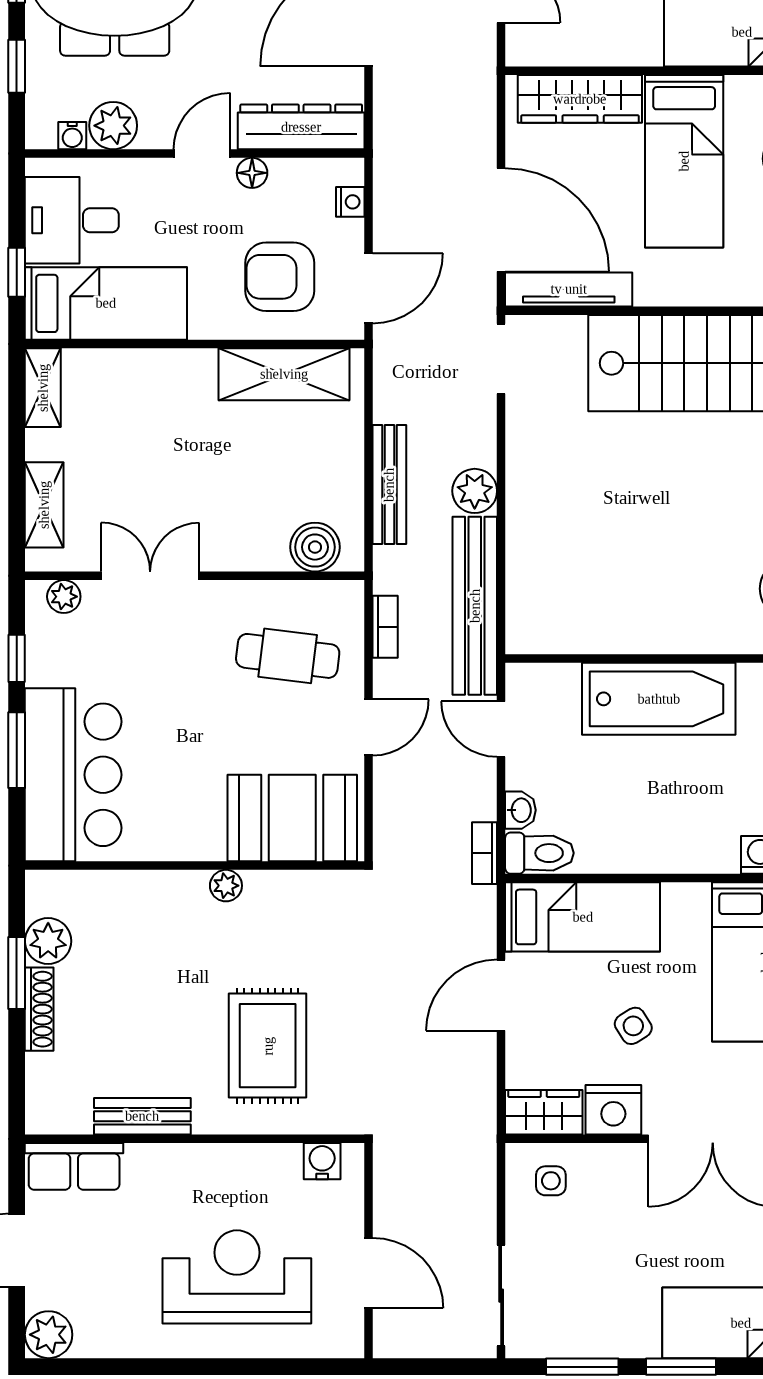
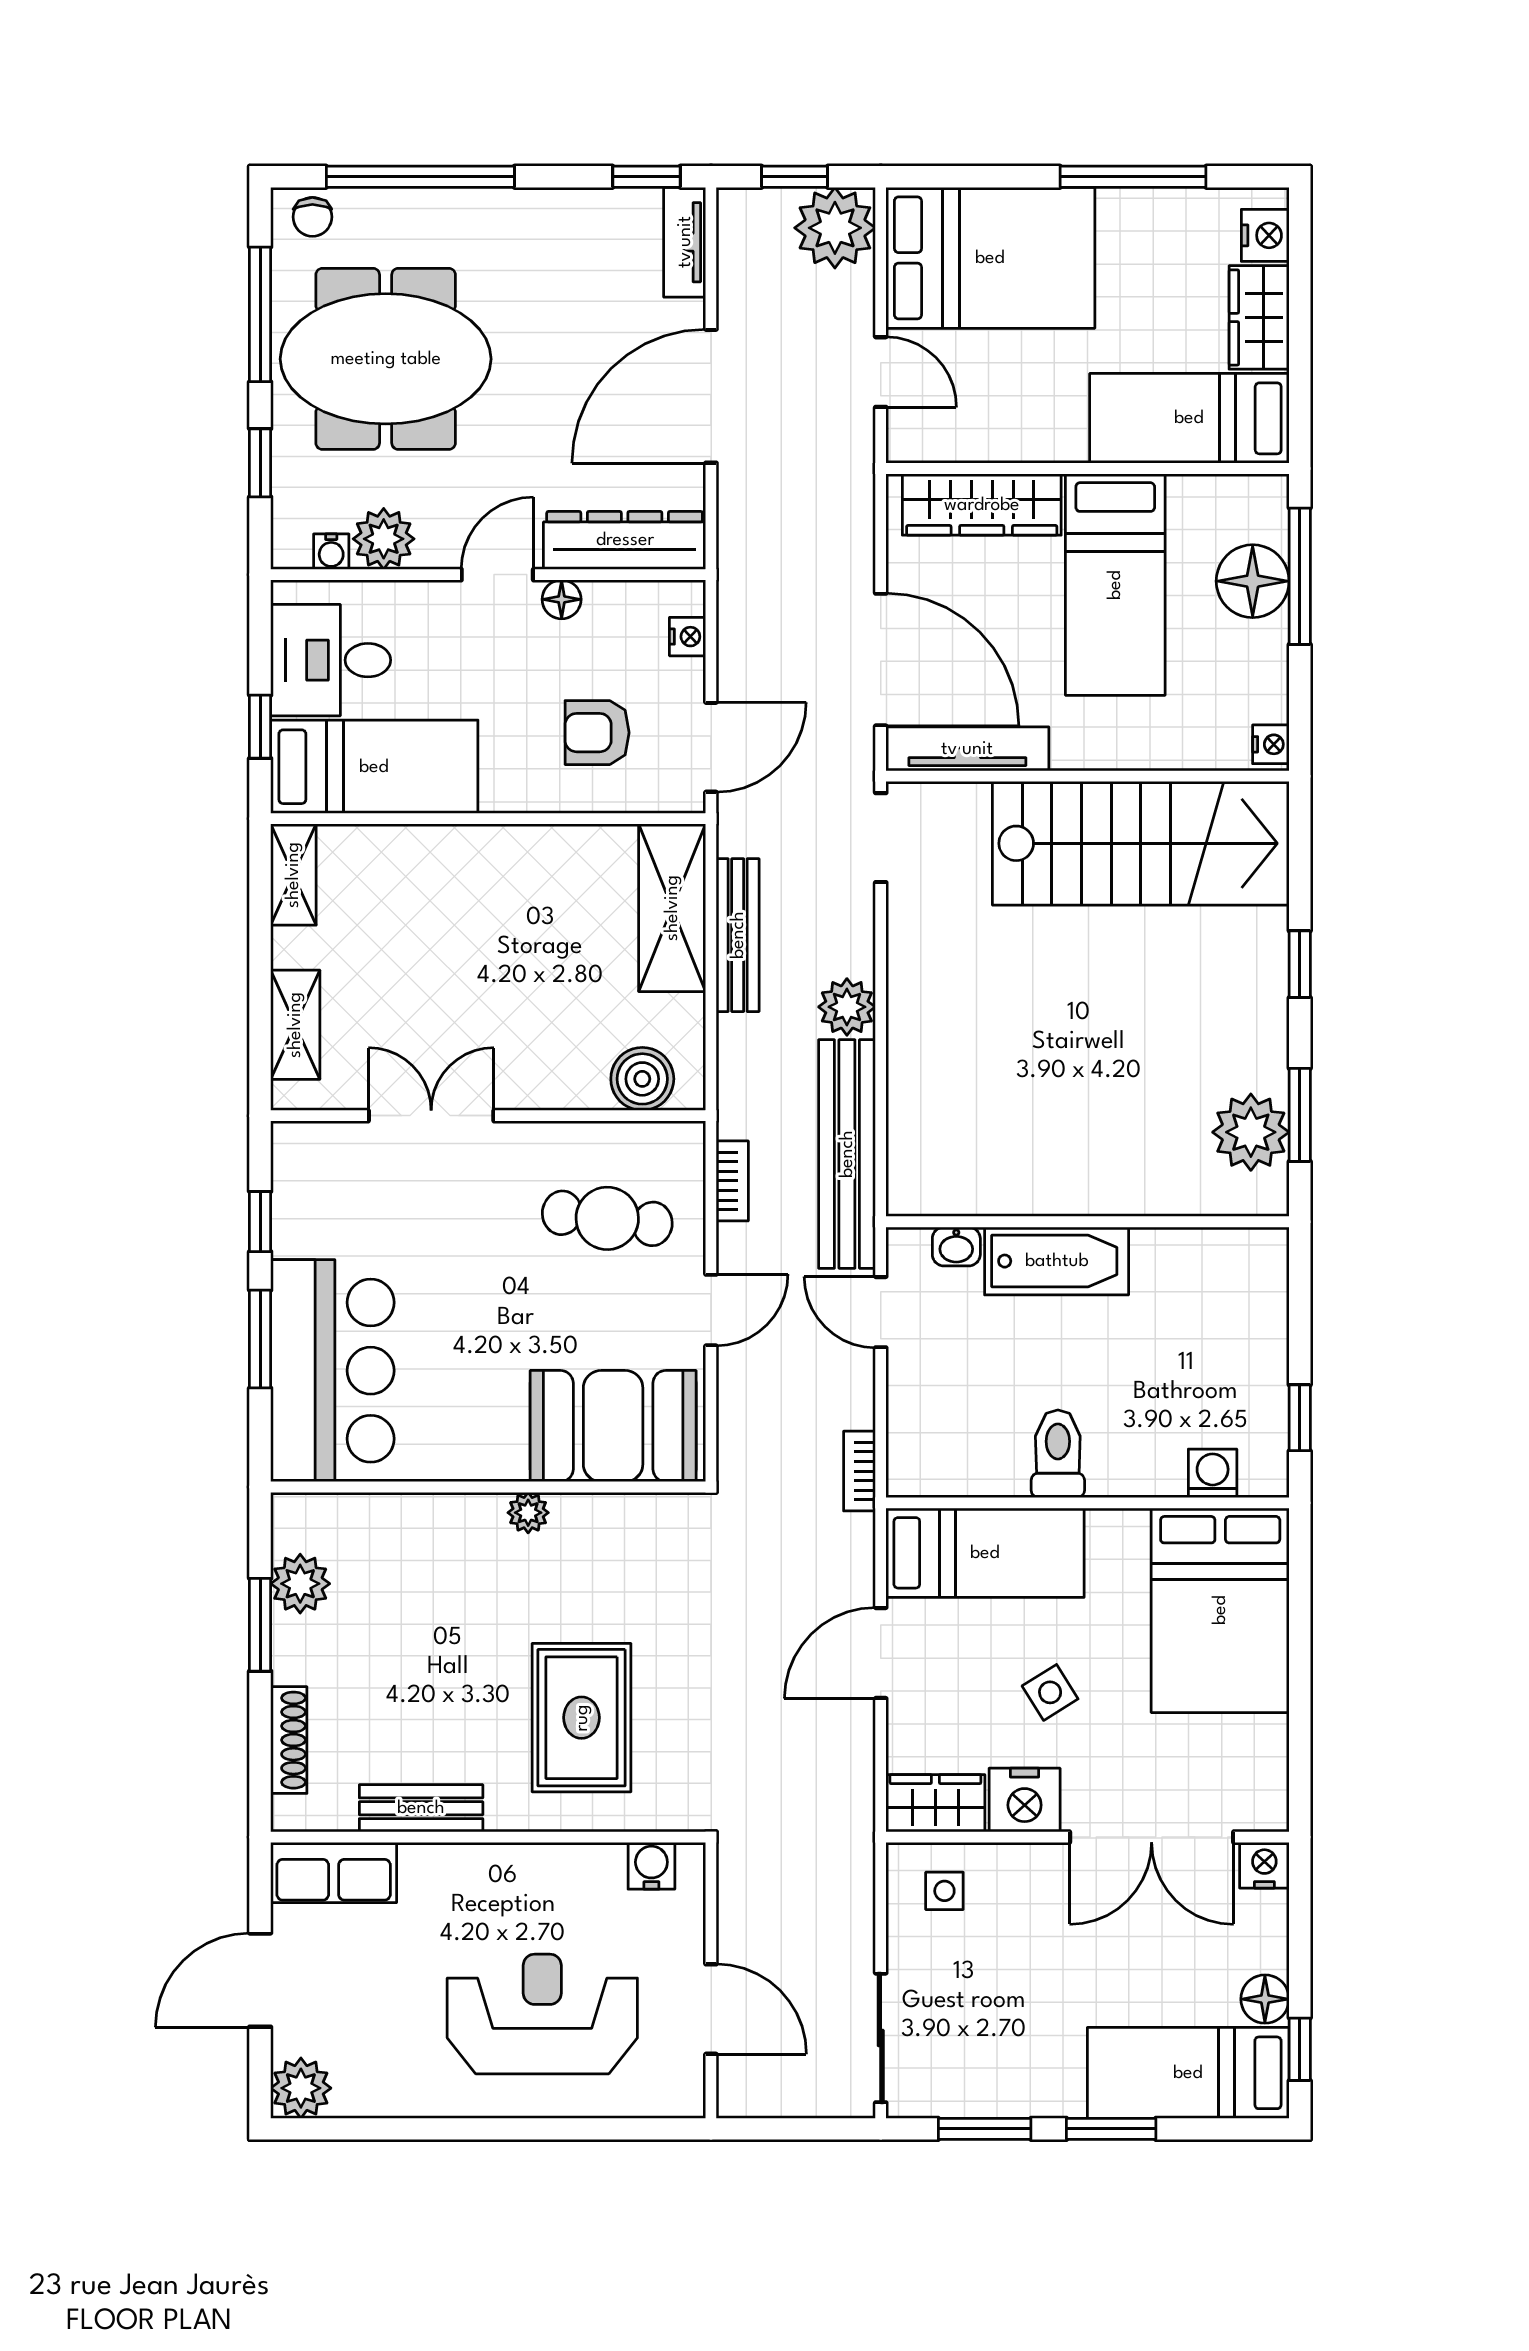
armchair: (280, 277) -> (597, 733), width x0.72, depth x0.72
shelving: (284, 374) -> (672, 908), moved, turned 90
bench: (389, 485) -> (738, 935), moved
plant: (64, 597) -> (320, 1142), removed
bathtub: (659, 699) -> (1057, 1261), width x0.73, depth x0.73
washbasin: (520, 810) -> (956, 1246), moved, turned 90
toilet: (539, 853) -> (1058, 1454), moved, turned -90
shoe rack: (39, 1009) -> (289, 1740), moved

